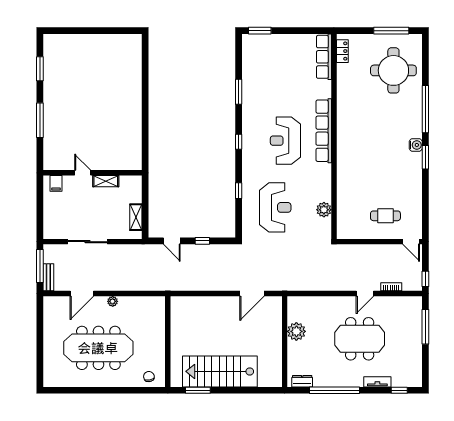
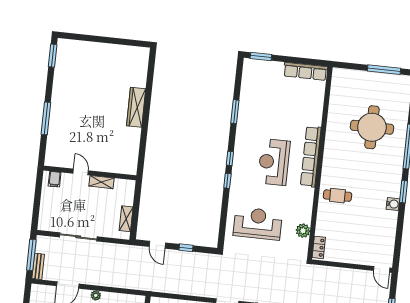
locker: (342, 51) -> (319, 247), moved
row of seats: (324, 57) -> (305, 71), moved, turned -90
window: (40, 69) -> (53, 56), moved
round table: (393, 70) -> (372, 127), moved
wardrobe: (134, 98) -> (136, 107), added
water cooler: (416, 145) -> (393, 204), moved
window: (239, 191) -> (227, 181), moved
reception desk: (275, 207) -> (258, 224), turned -90
cafe table: (385, 216) -> (337, 196), moved

